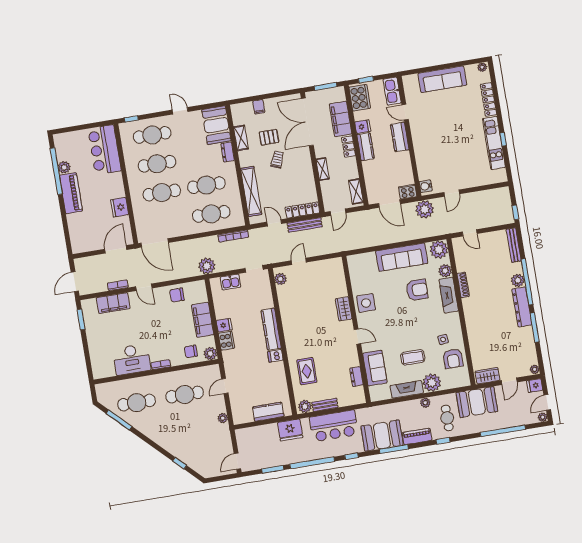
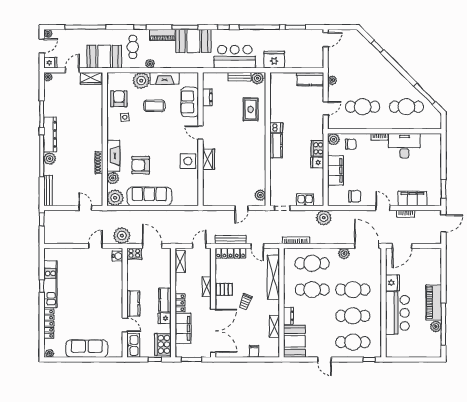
pallet: (269, 137) -> (224, 289), moved
bar counter: (104, 150) -> (397, 313), moved
plant: (178, 230) -> (344, 254), added
kitchen counter: (271, 329) -> (276, 146), width x0.67
kitchen counter: (268, 412) -> (310, 79), moved

